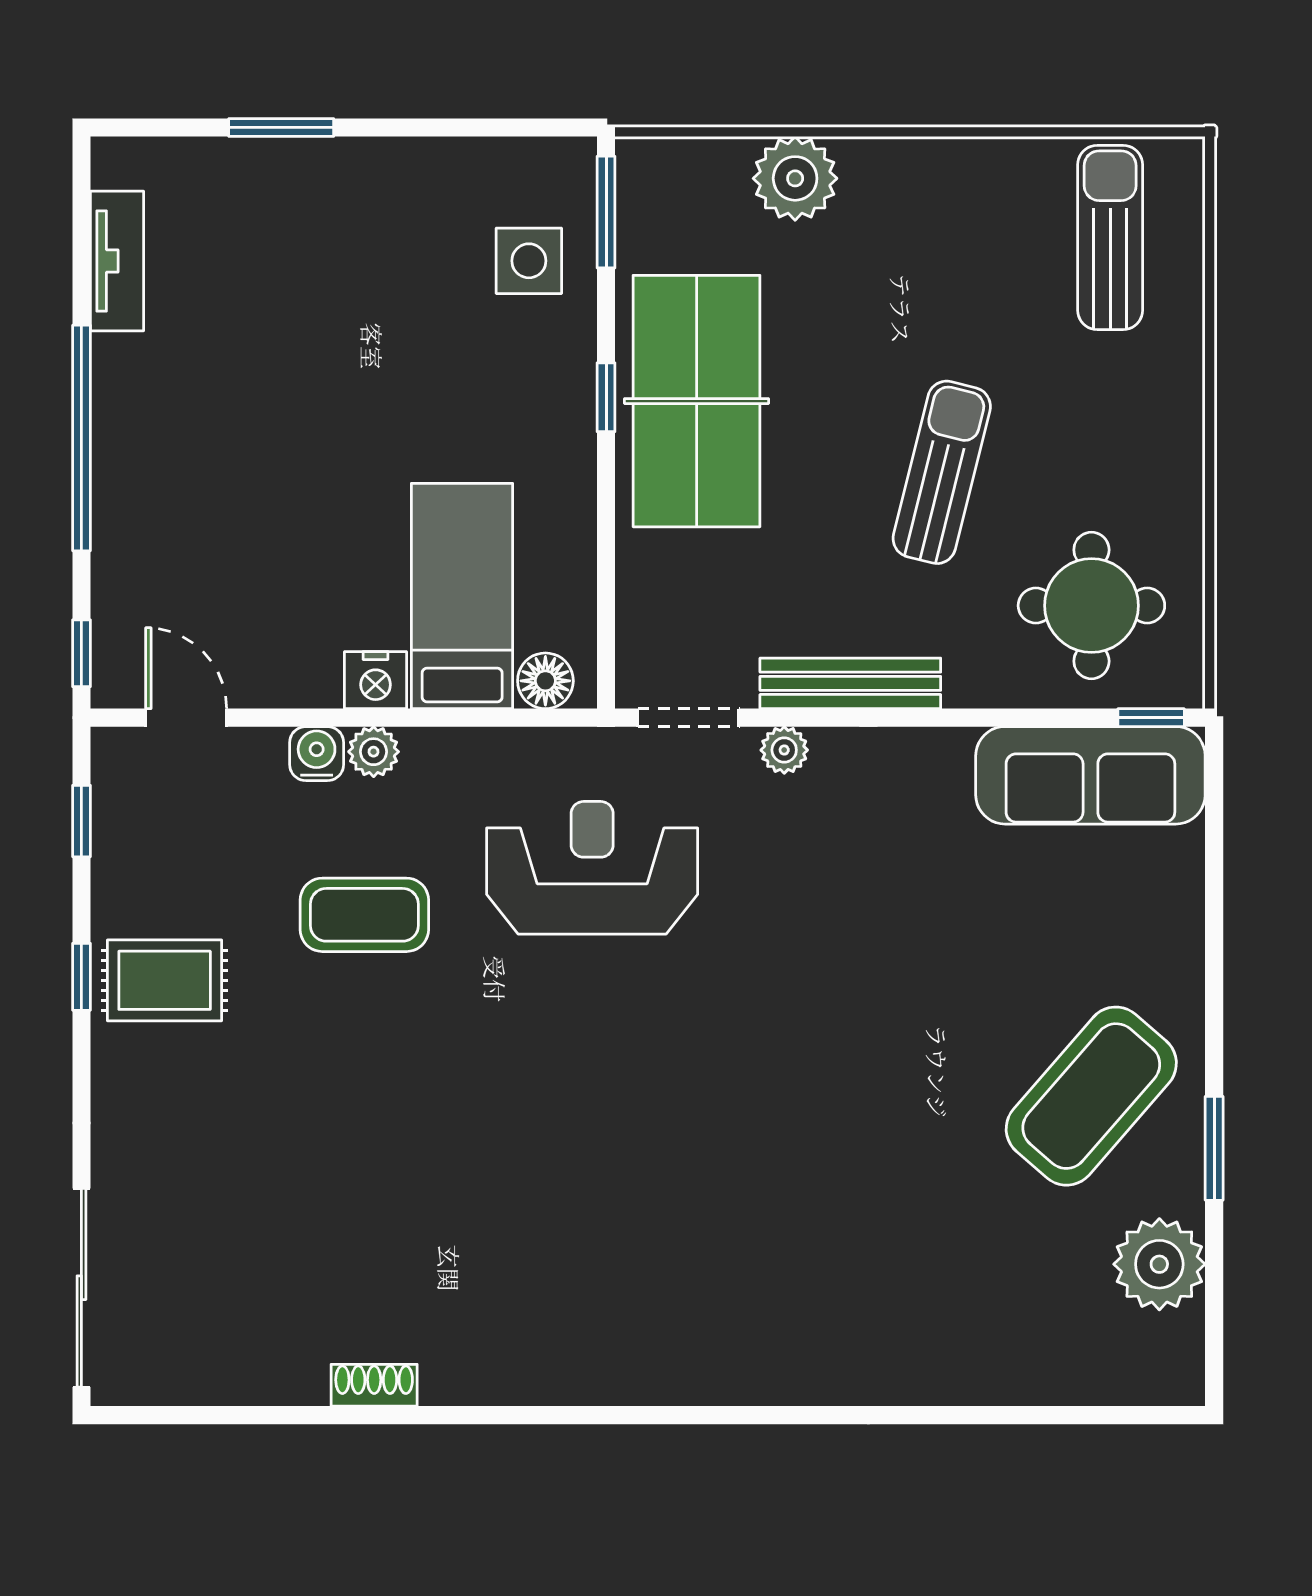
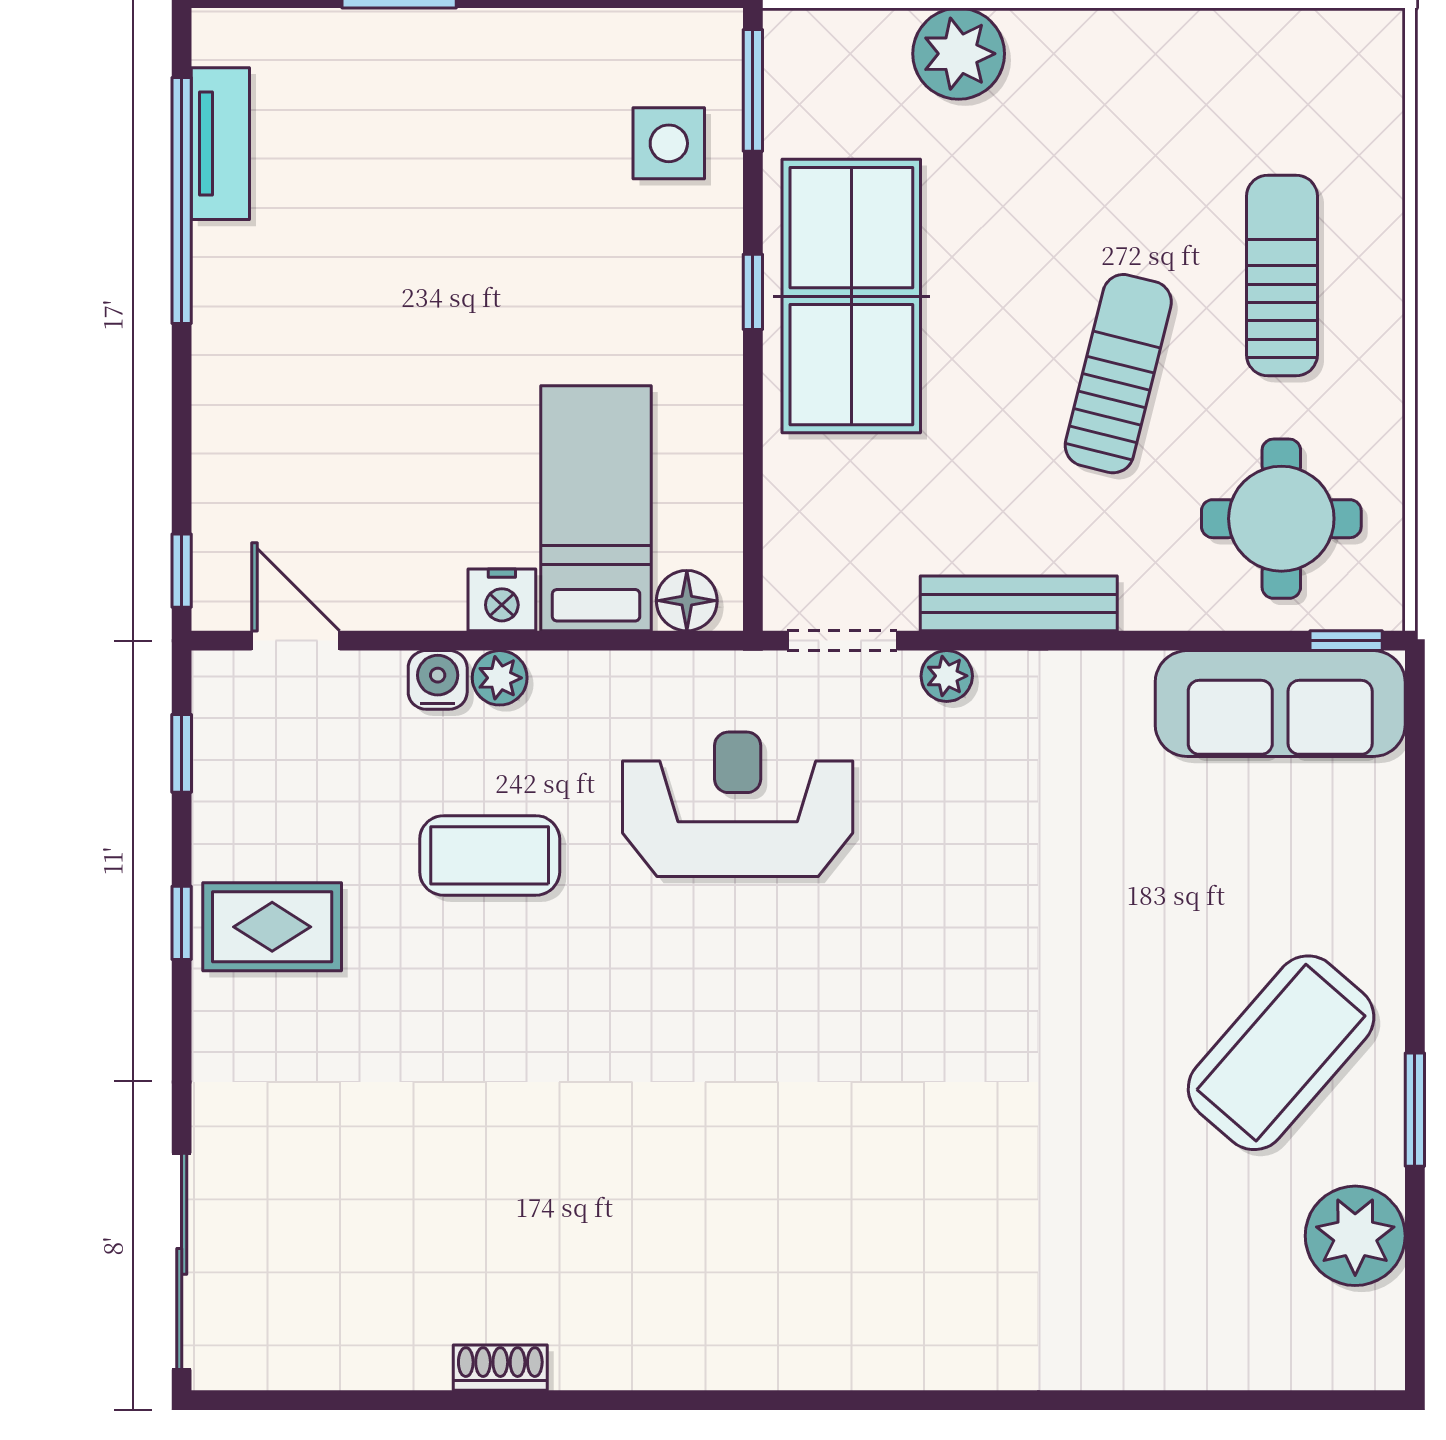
sun lounger: (1110, 237) -> (1282, 276), moved
window: (81, 438) -> (182, 200), moved

